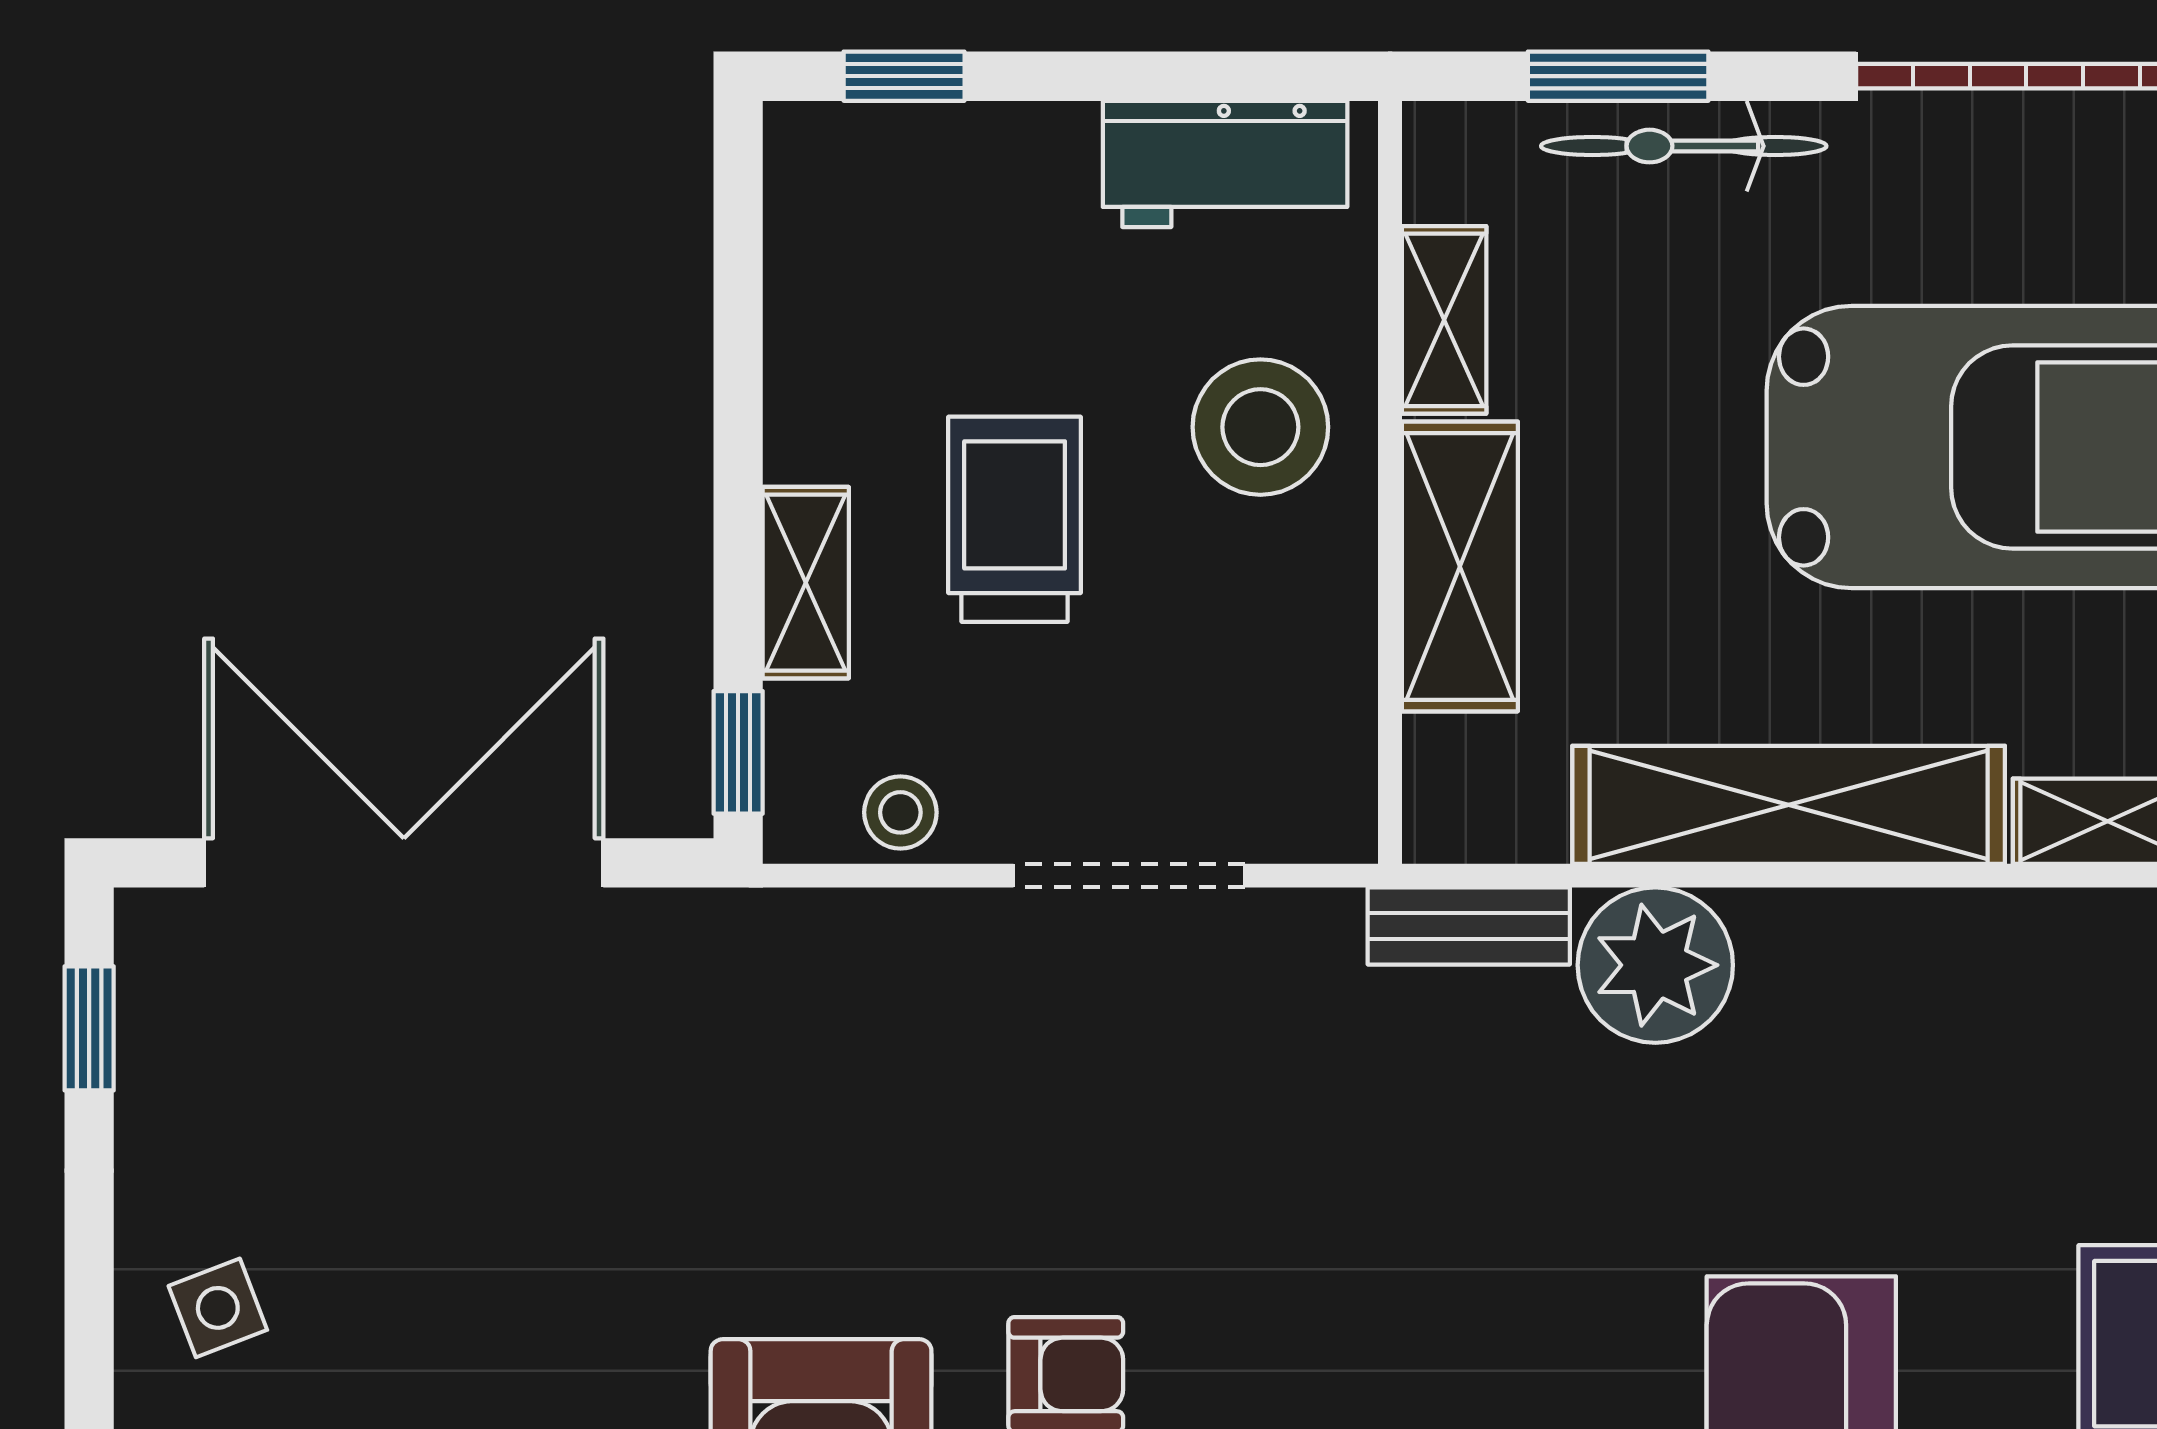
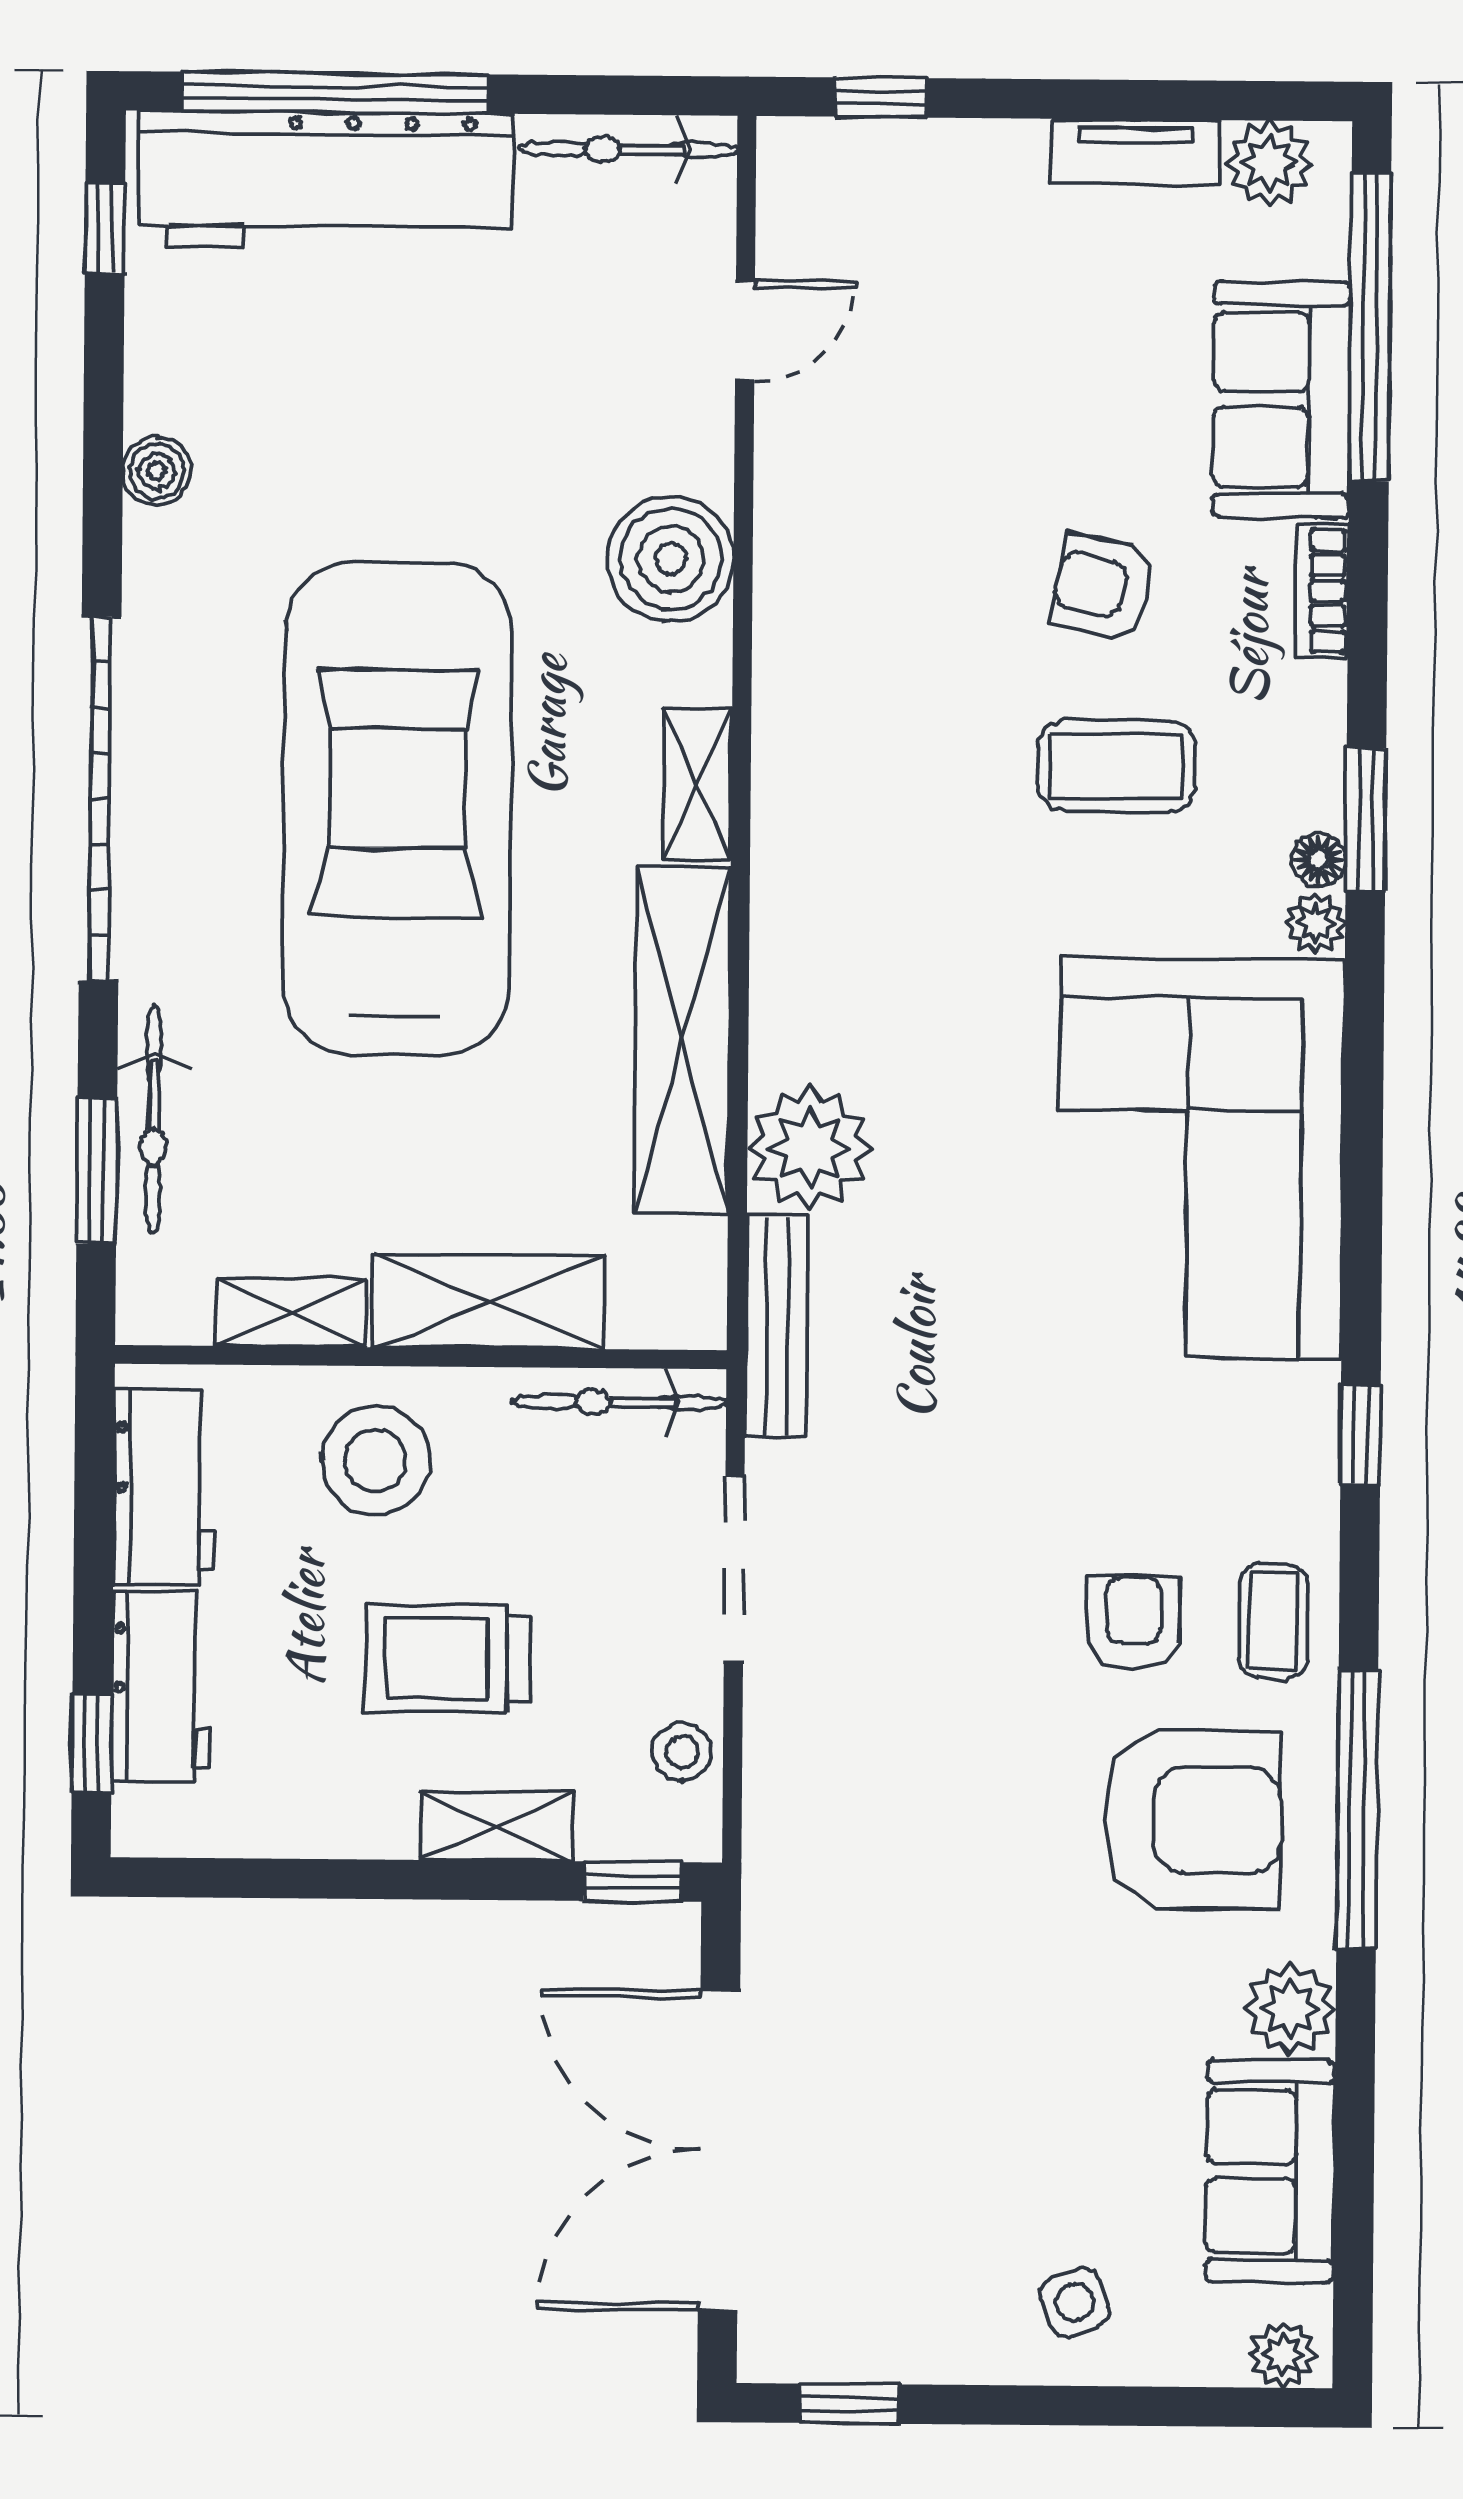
workbench: (976, 162) -> (161, 1687), added
bicycle: (1336, 730) -> (619, 1402), added
bench: (1469, 926) -> (777, 1326), width x1.36

